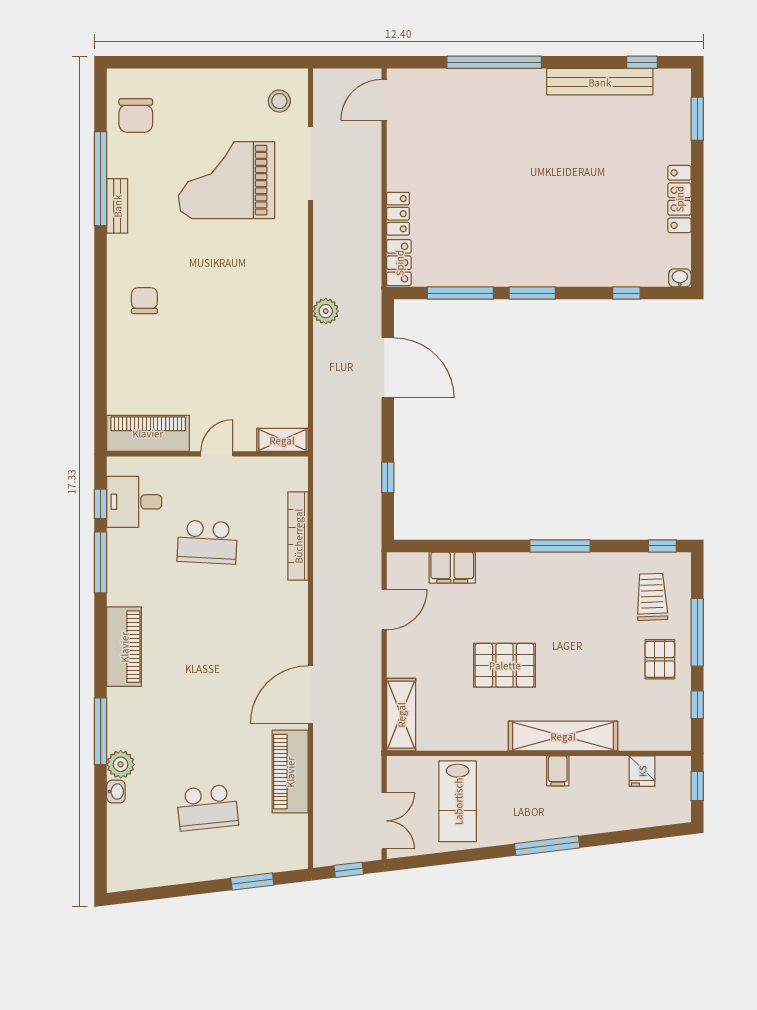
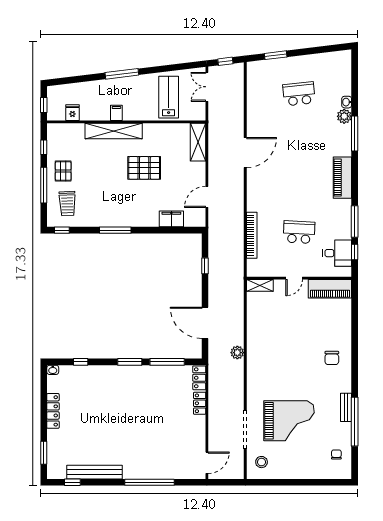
chair: (136, 115) -> (336, 455), width x0.54, depth x0.54
piano: (290, 772) -> (256, 113), removed

